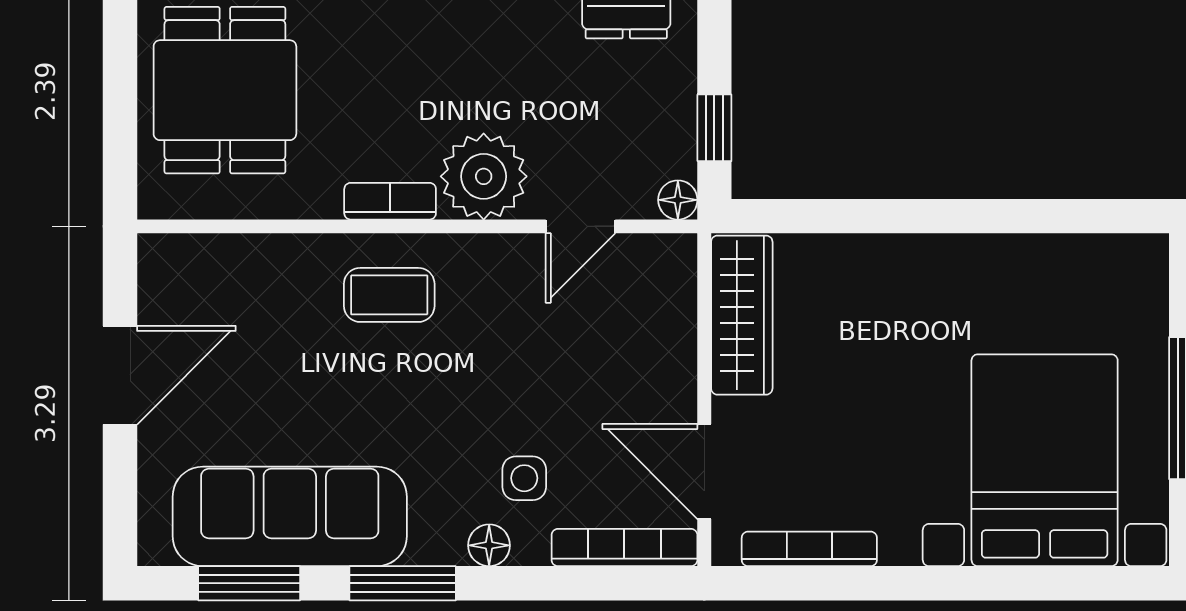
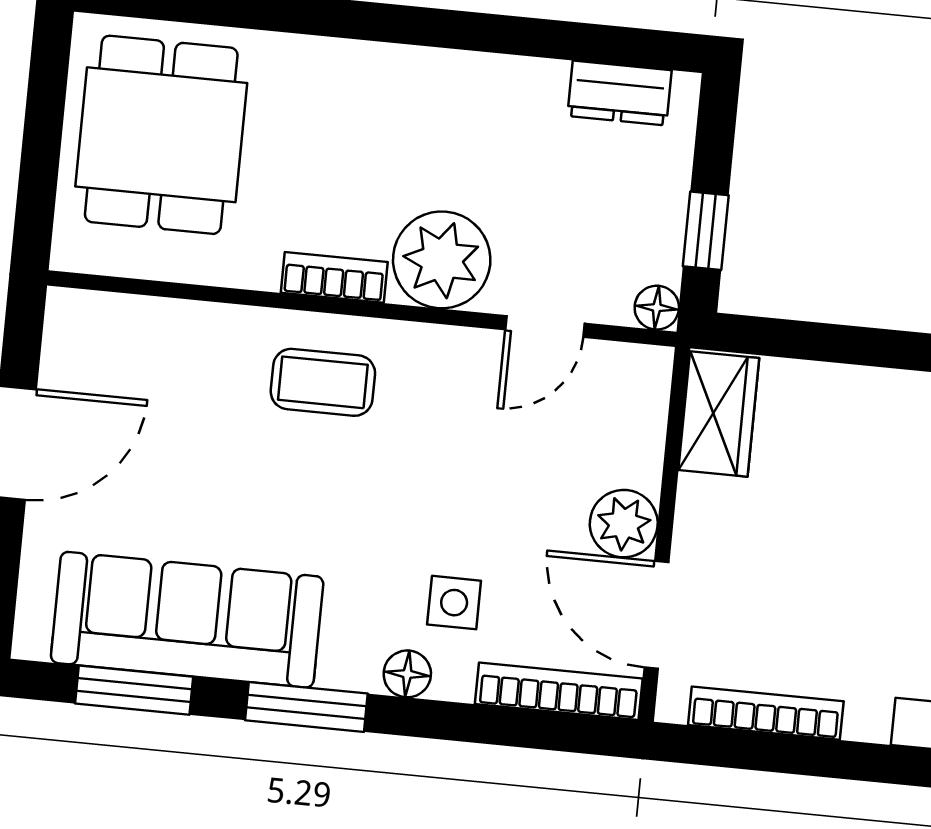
wardrobe: (742, 315) -> (719, 414), width x0.67
plant: (667, 394) -> (624, 524), added

